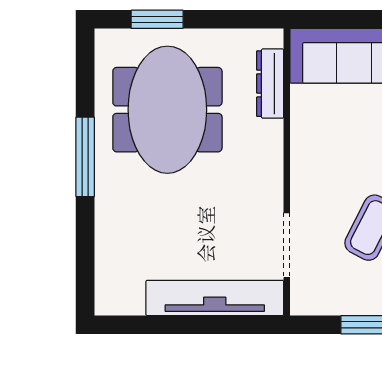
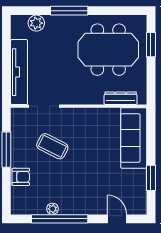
window: (85, 157) -> (69, 11), moved
plant: (111, 262) -> (36, 23), added

